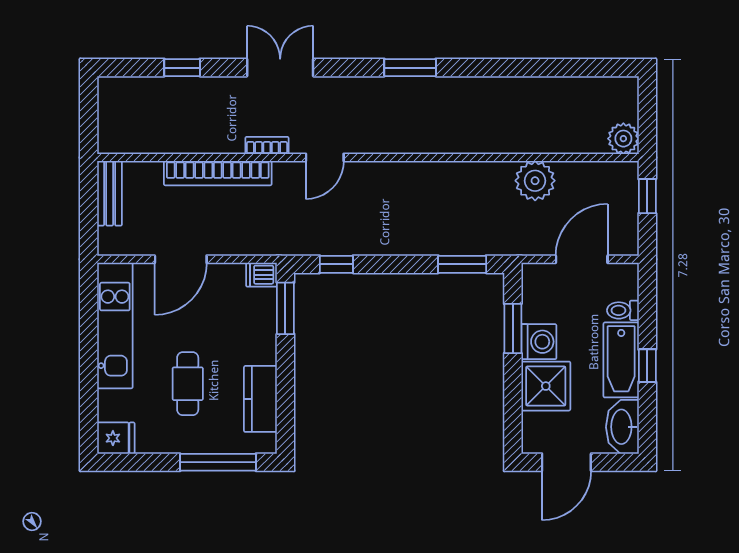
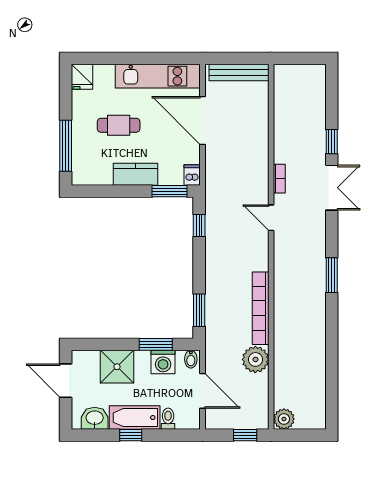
window: (182, 68) -> (332, 142), moved
bookcase: (218, 173) -> (261, 308), moved
bench: (110, 193) -> (239, 73), width x1.36
door: (181, 259) -> (203, 120), width x1.36
bidet: (535, 277) -> (191, 359), added
washing machine: (539, 342) -> (163, 362), moved
kitchen counter: (260, 399) -> (135, 174), moved
washbasin: (622, 427) -> (95, 418), width x0.72

